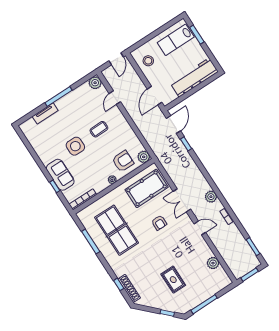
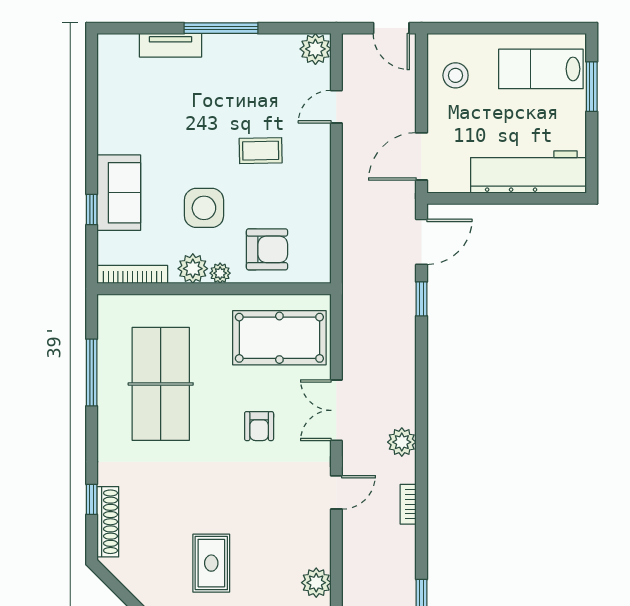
door: (116, 59) -> (391, 28), hinge flipped
side table: (75, 146) -> (204, 208), moved
plant: (144, 157) -> (193, 269), moved
door: (200, 228) -> (336, 492), hinge flipped

